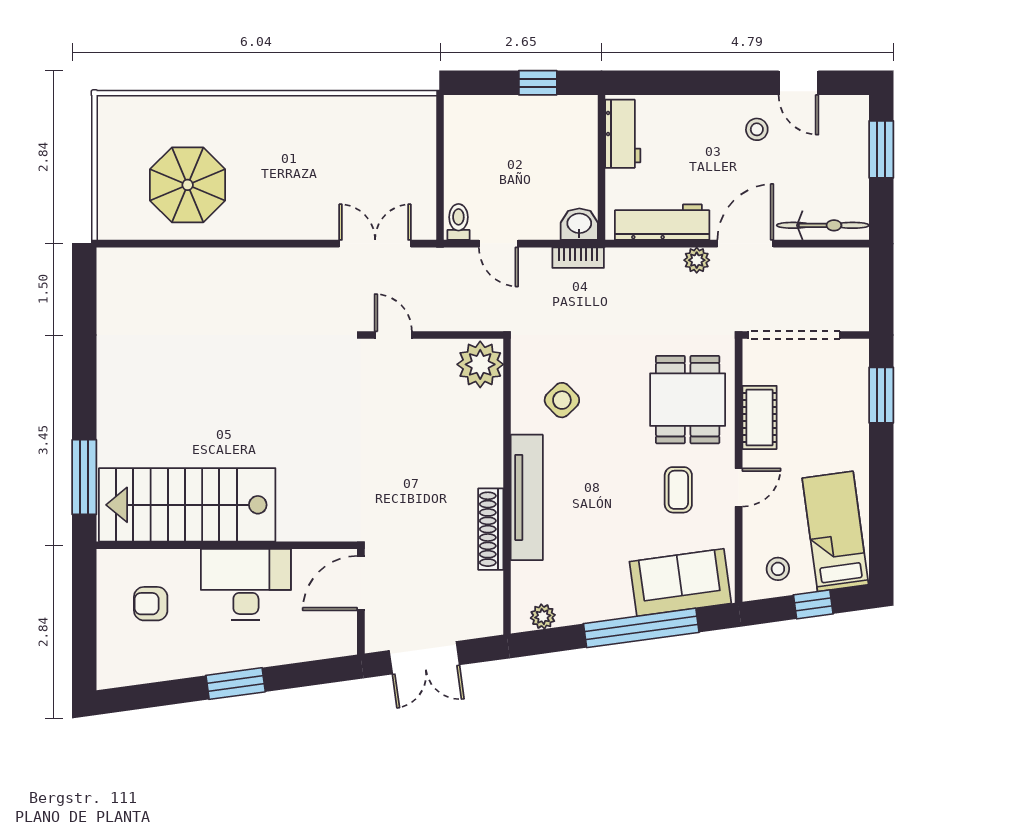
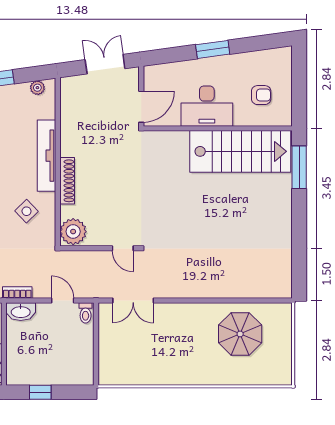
washbasin: (579, 224) -> (21, 312), width x1.38
shoe rack: (491, 529) -> (67, 181), moved

